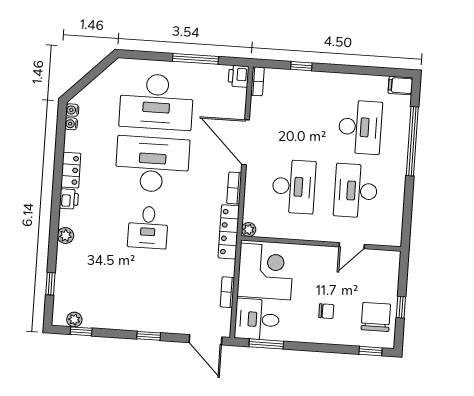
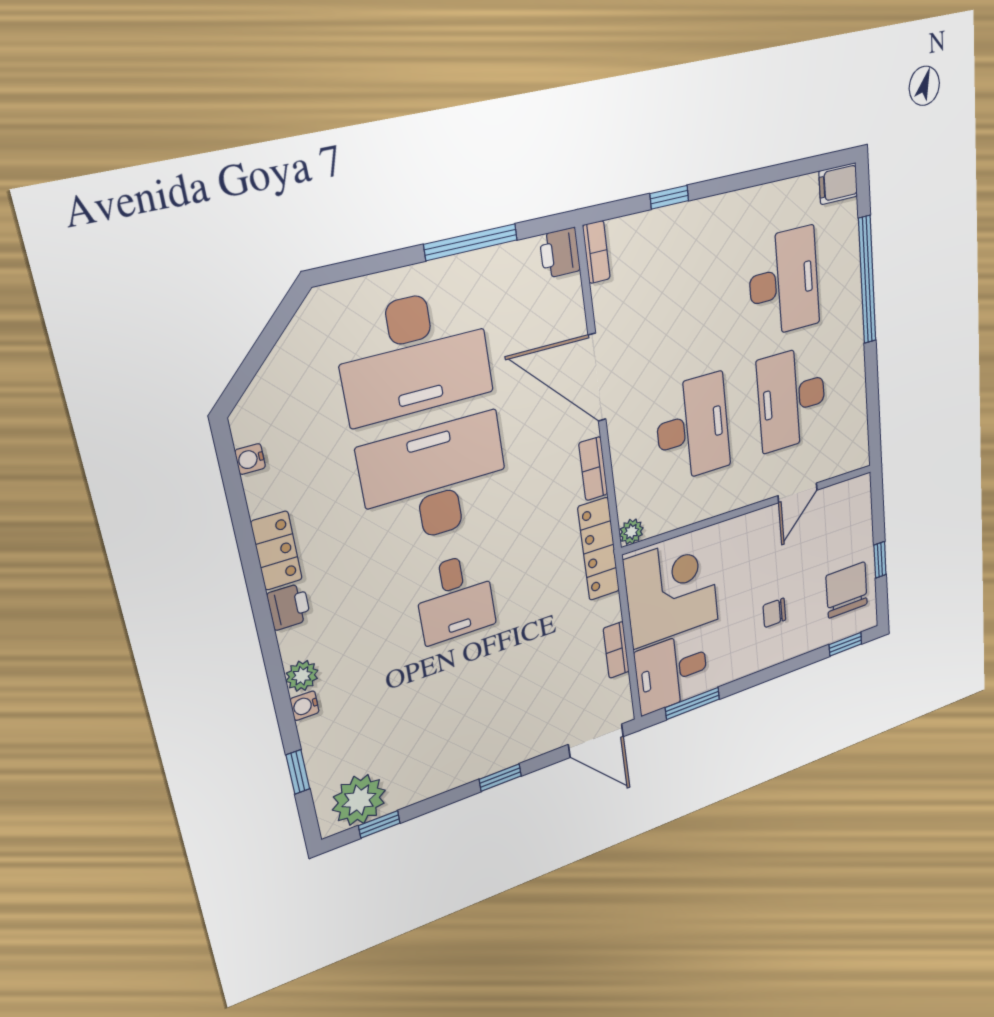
water cooler: (72, 110) -> (305, 706), moved
chair: (326, 311) -> (774, 613), turned 180
plant: (74, 320) -> (359, 800), width x1.87, depth x1.87

